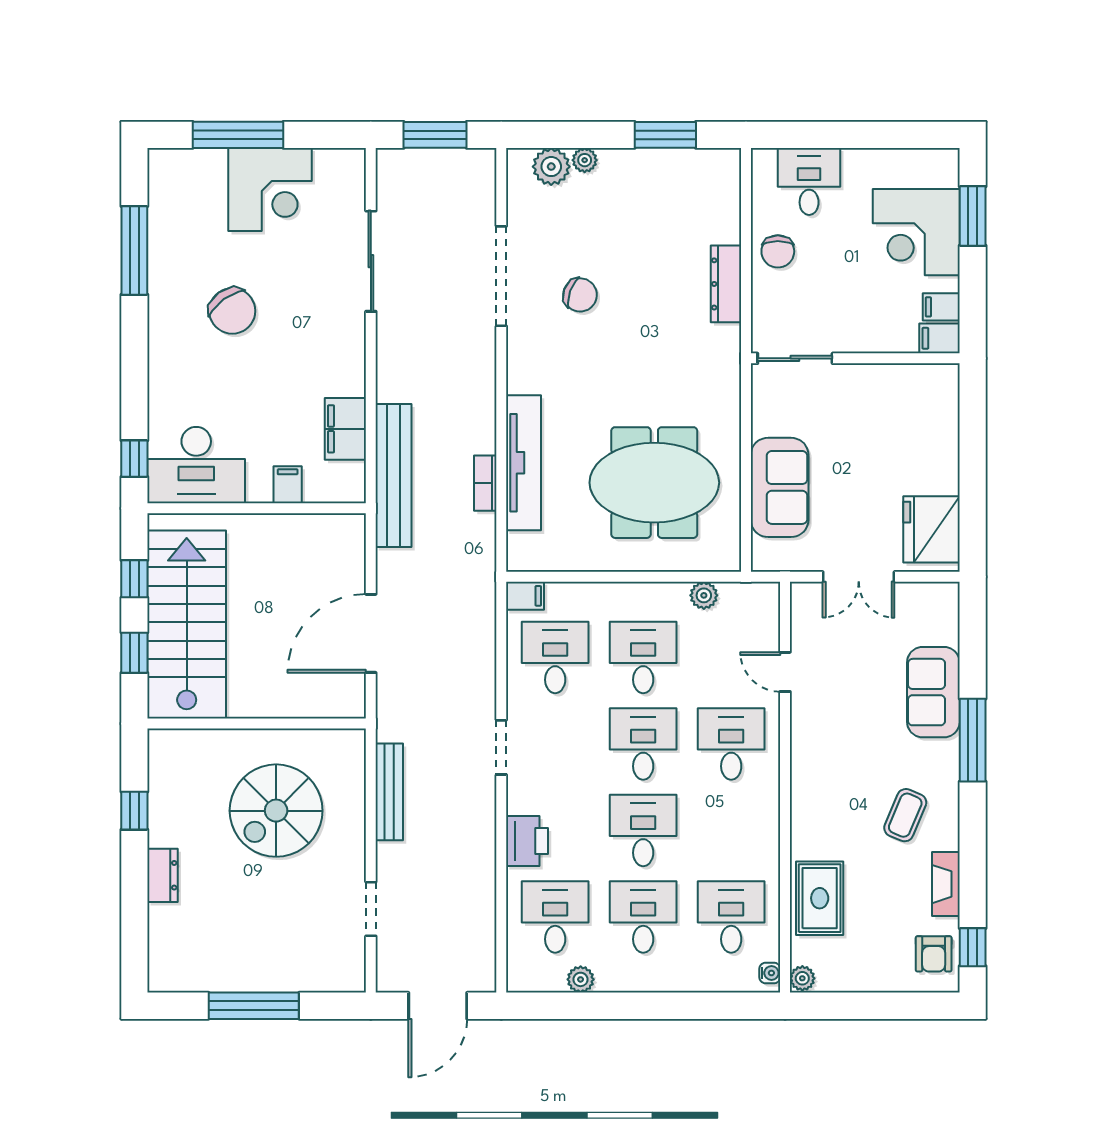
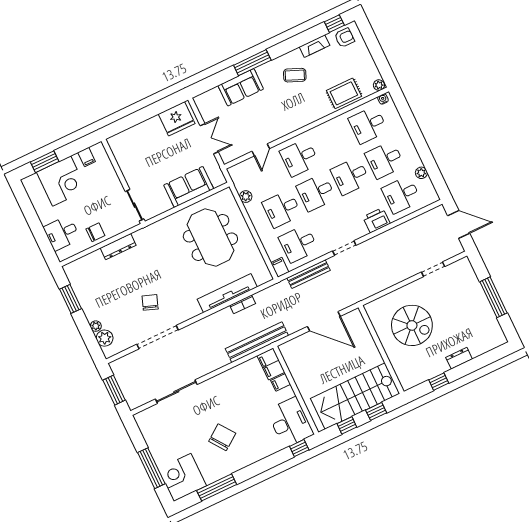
corner desk: (270, 189) -> (182, 477), moved, turned -90
filing cabinet: (939, 338) -> (99, 152), removed
filing cabinet: (345, 429) -> (271, 364), moved, turned 90
bench: (389, 792) -> (309, 274), moved

